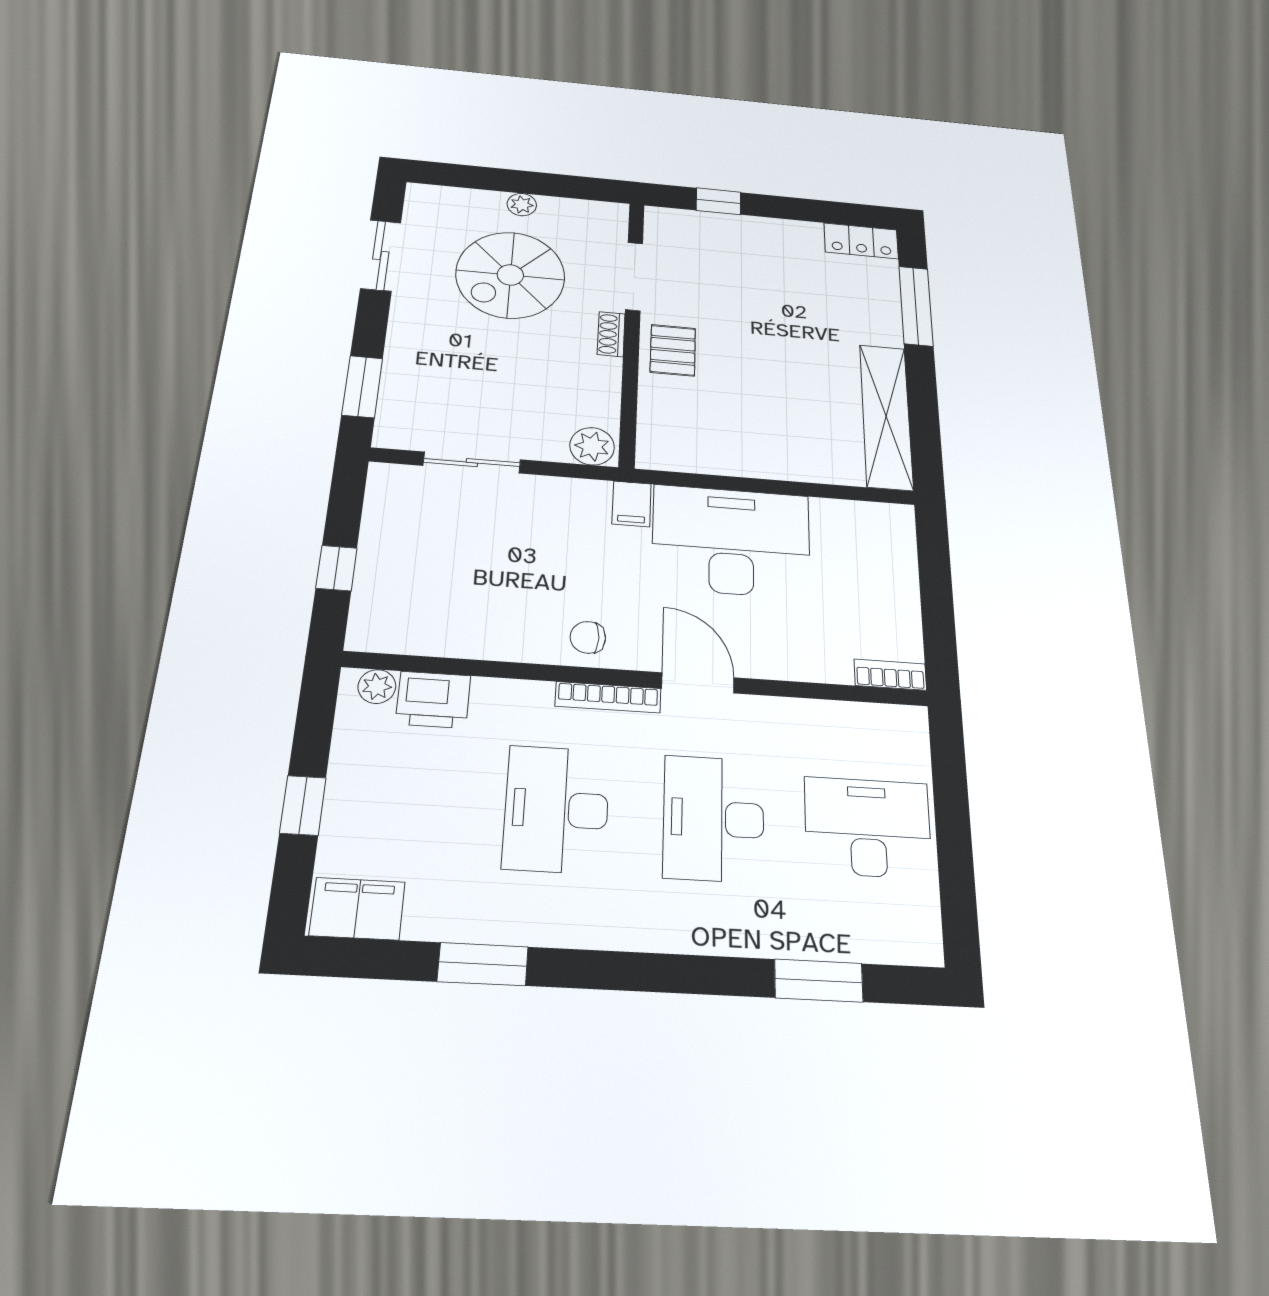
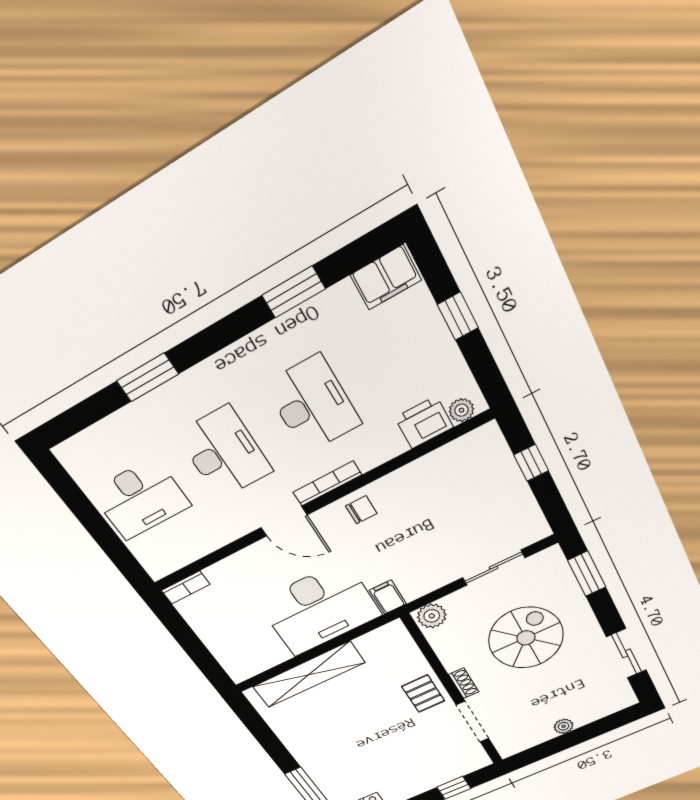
spiral stairs: (510, 275) -> (526, 638), moved
shelving: (886, 416) -> (308, 675), moved, turned 90
window: (819, 981) -> (148, 377), moved

